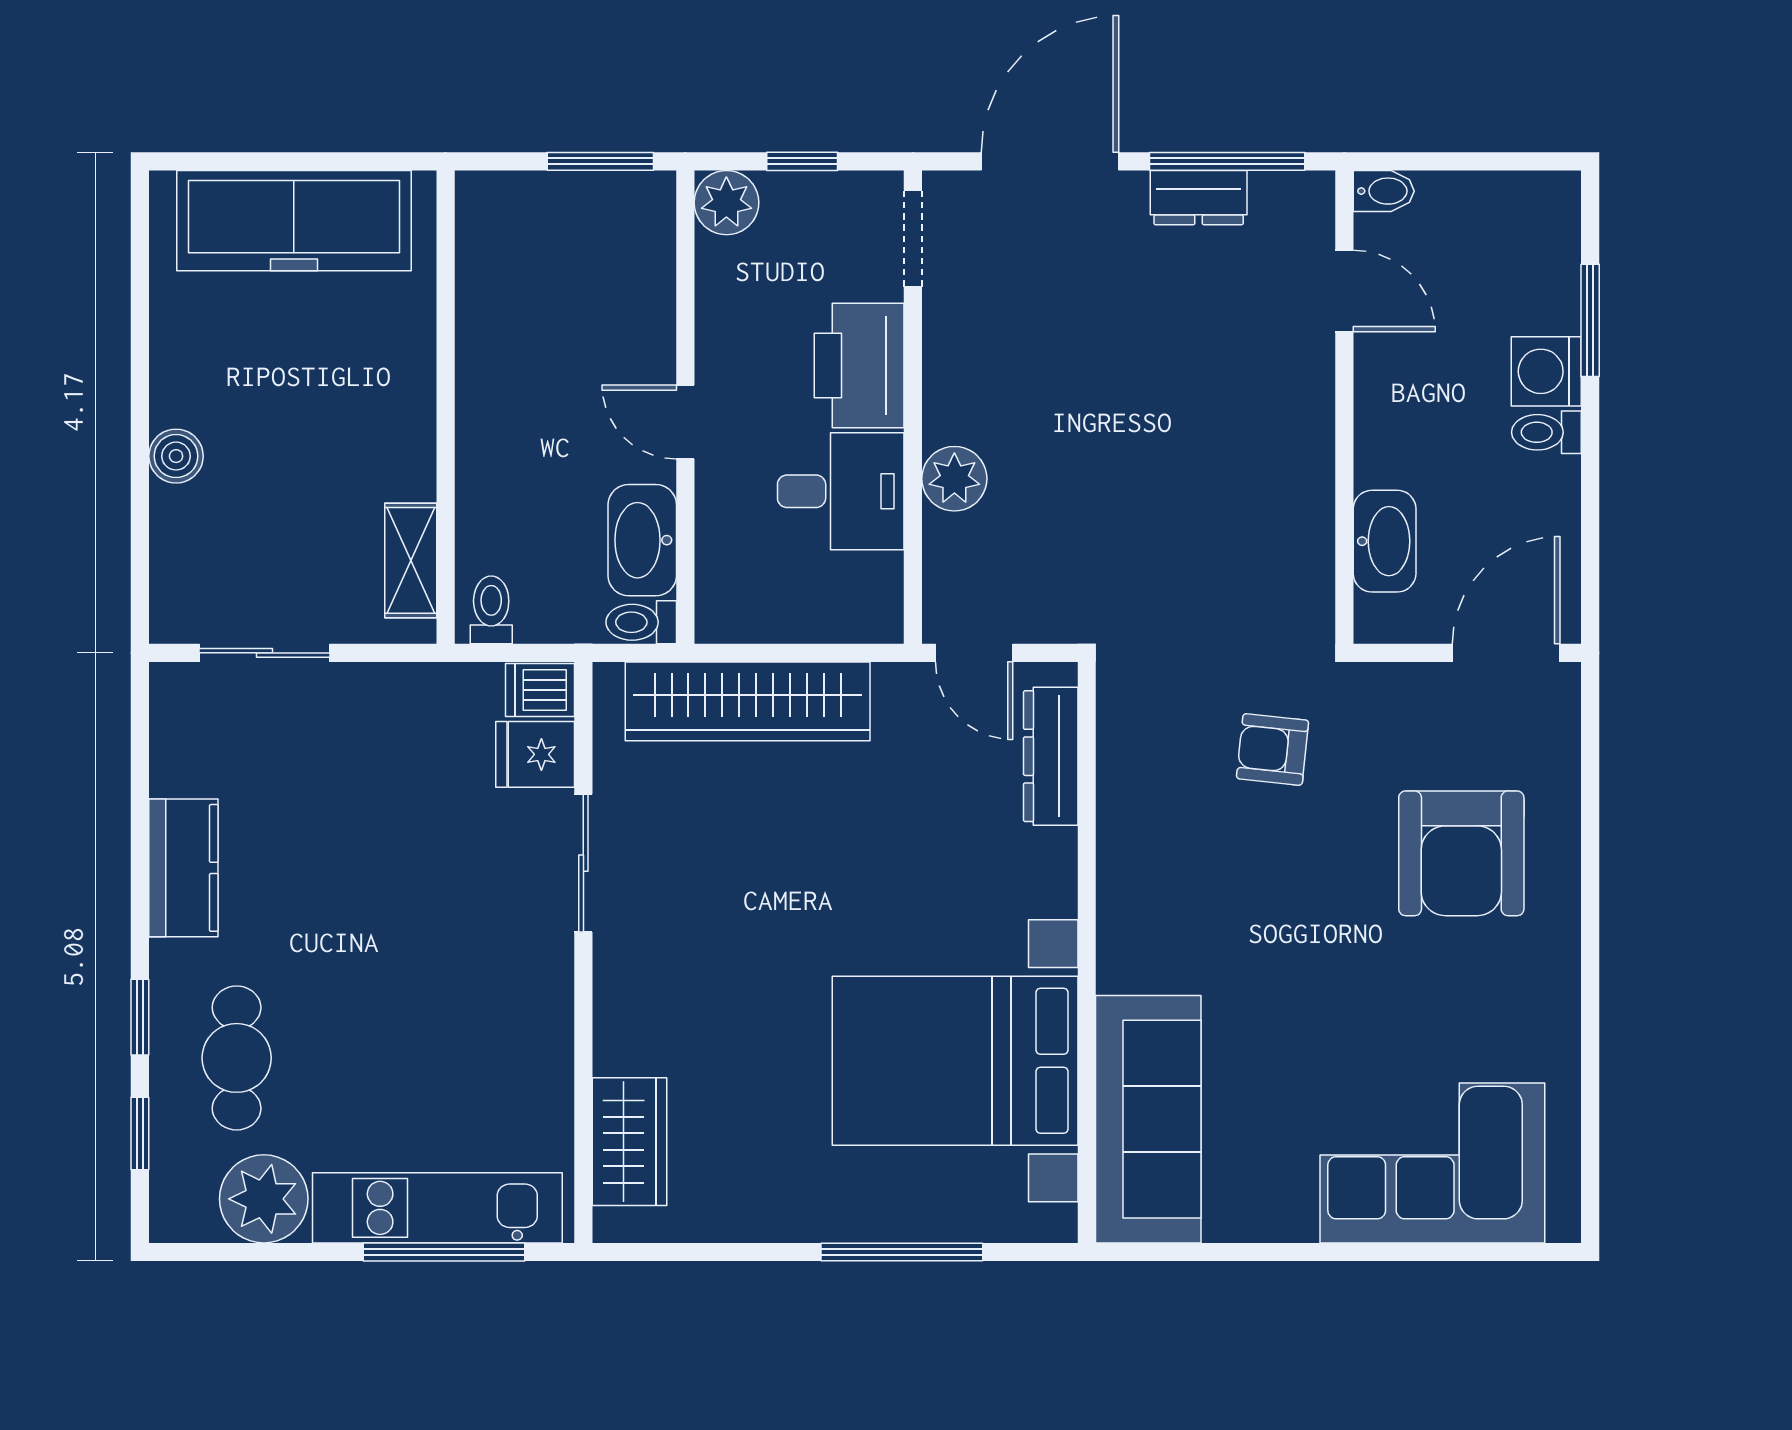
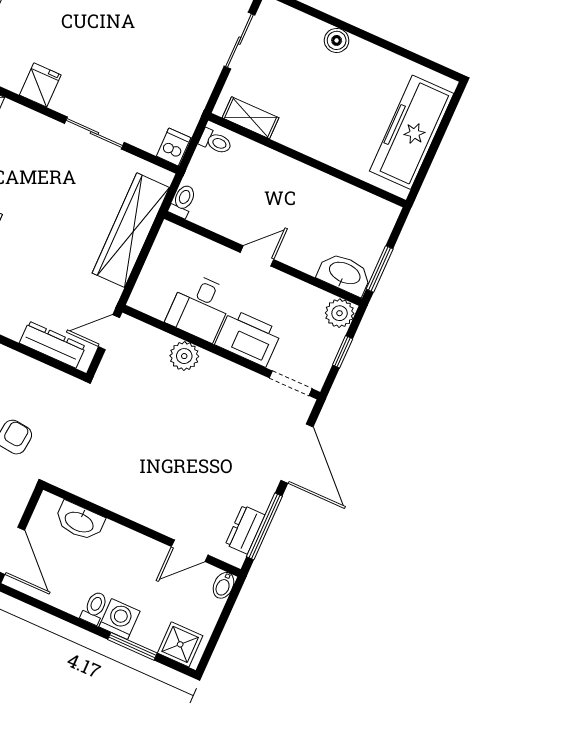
dresser: (1199, 198) -> (245, 530), moved
shower: (1543, 225) -> (180, 644), added
washbasin: (642, 540) -> (344, 274), moved
fridge: (535, 754) -> (40, 85), moved

